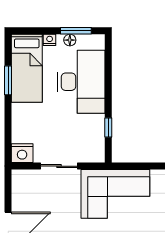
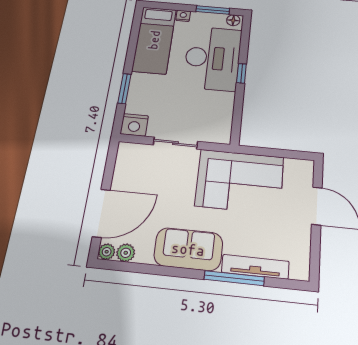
floor lamp: (70, 40) -> (233, 20), moved
window: (8, 80) -> (124, 89), moved
window: (108, 128) -> (242, 73), moved

